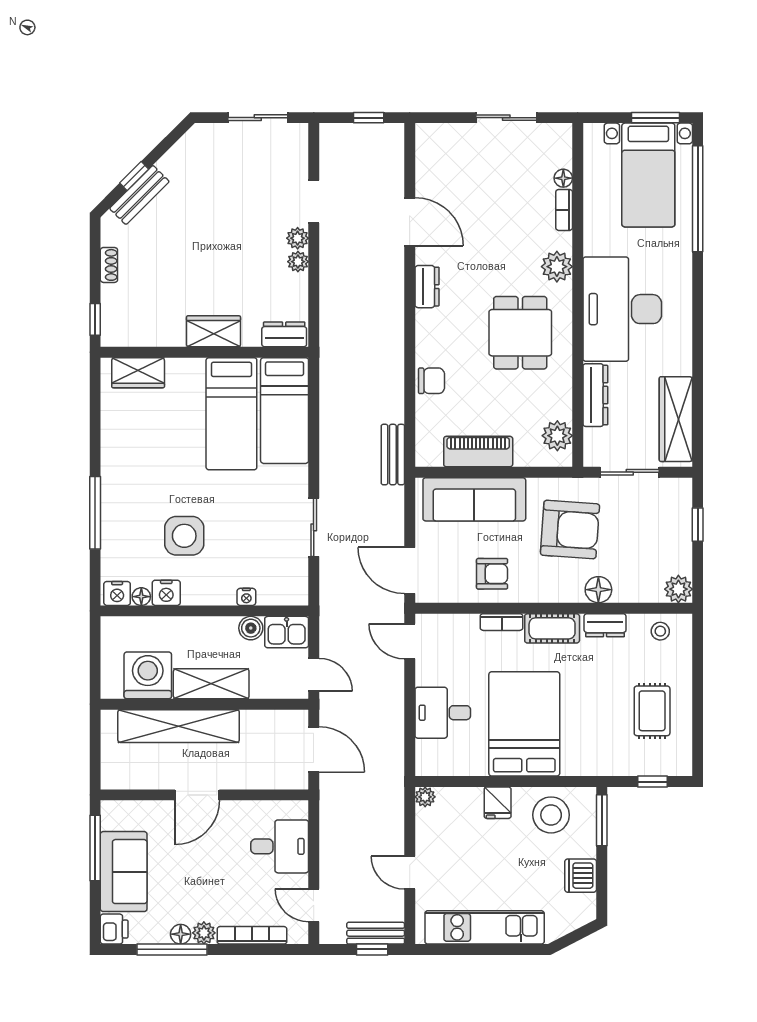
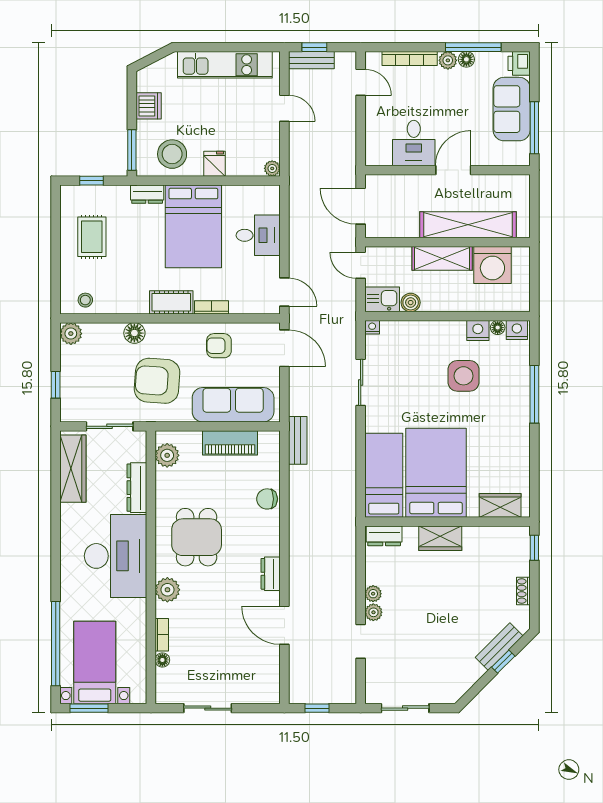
bed: (231, 414) -> (436, 473), width x1.50
nightstand: (246, 597) -> (372, 327), moved
dresser: (605, 625) -> (147, 194), moved, turned 180
desk: (280, 846) -> (414, 143), moved, turned -90

